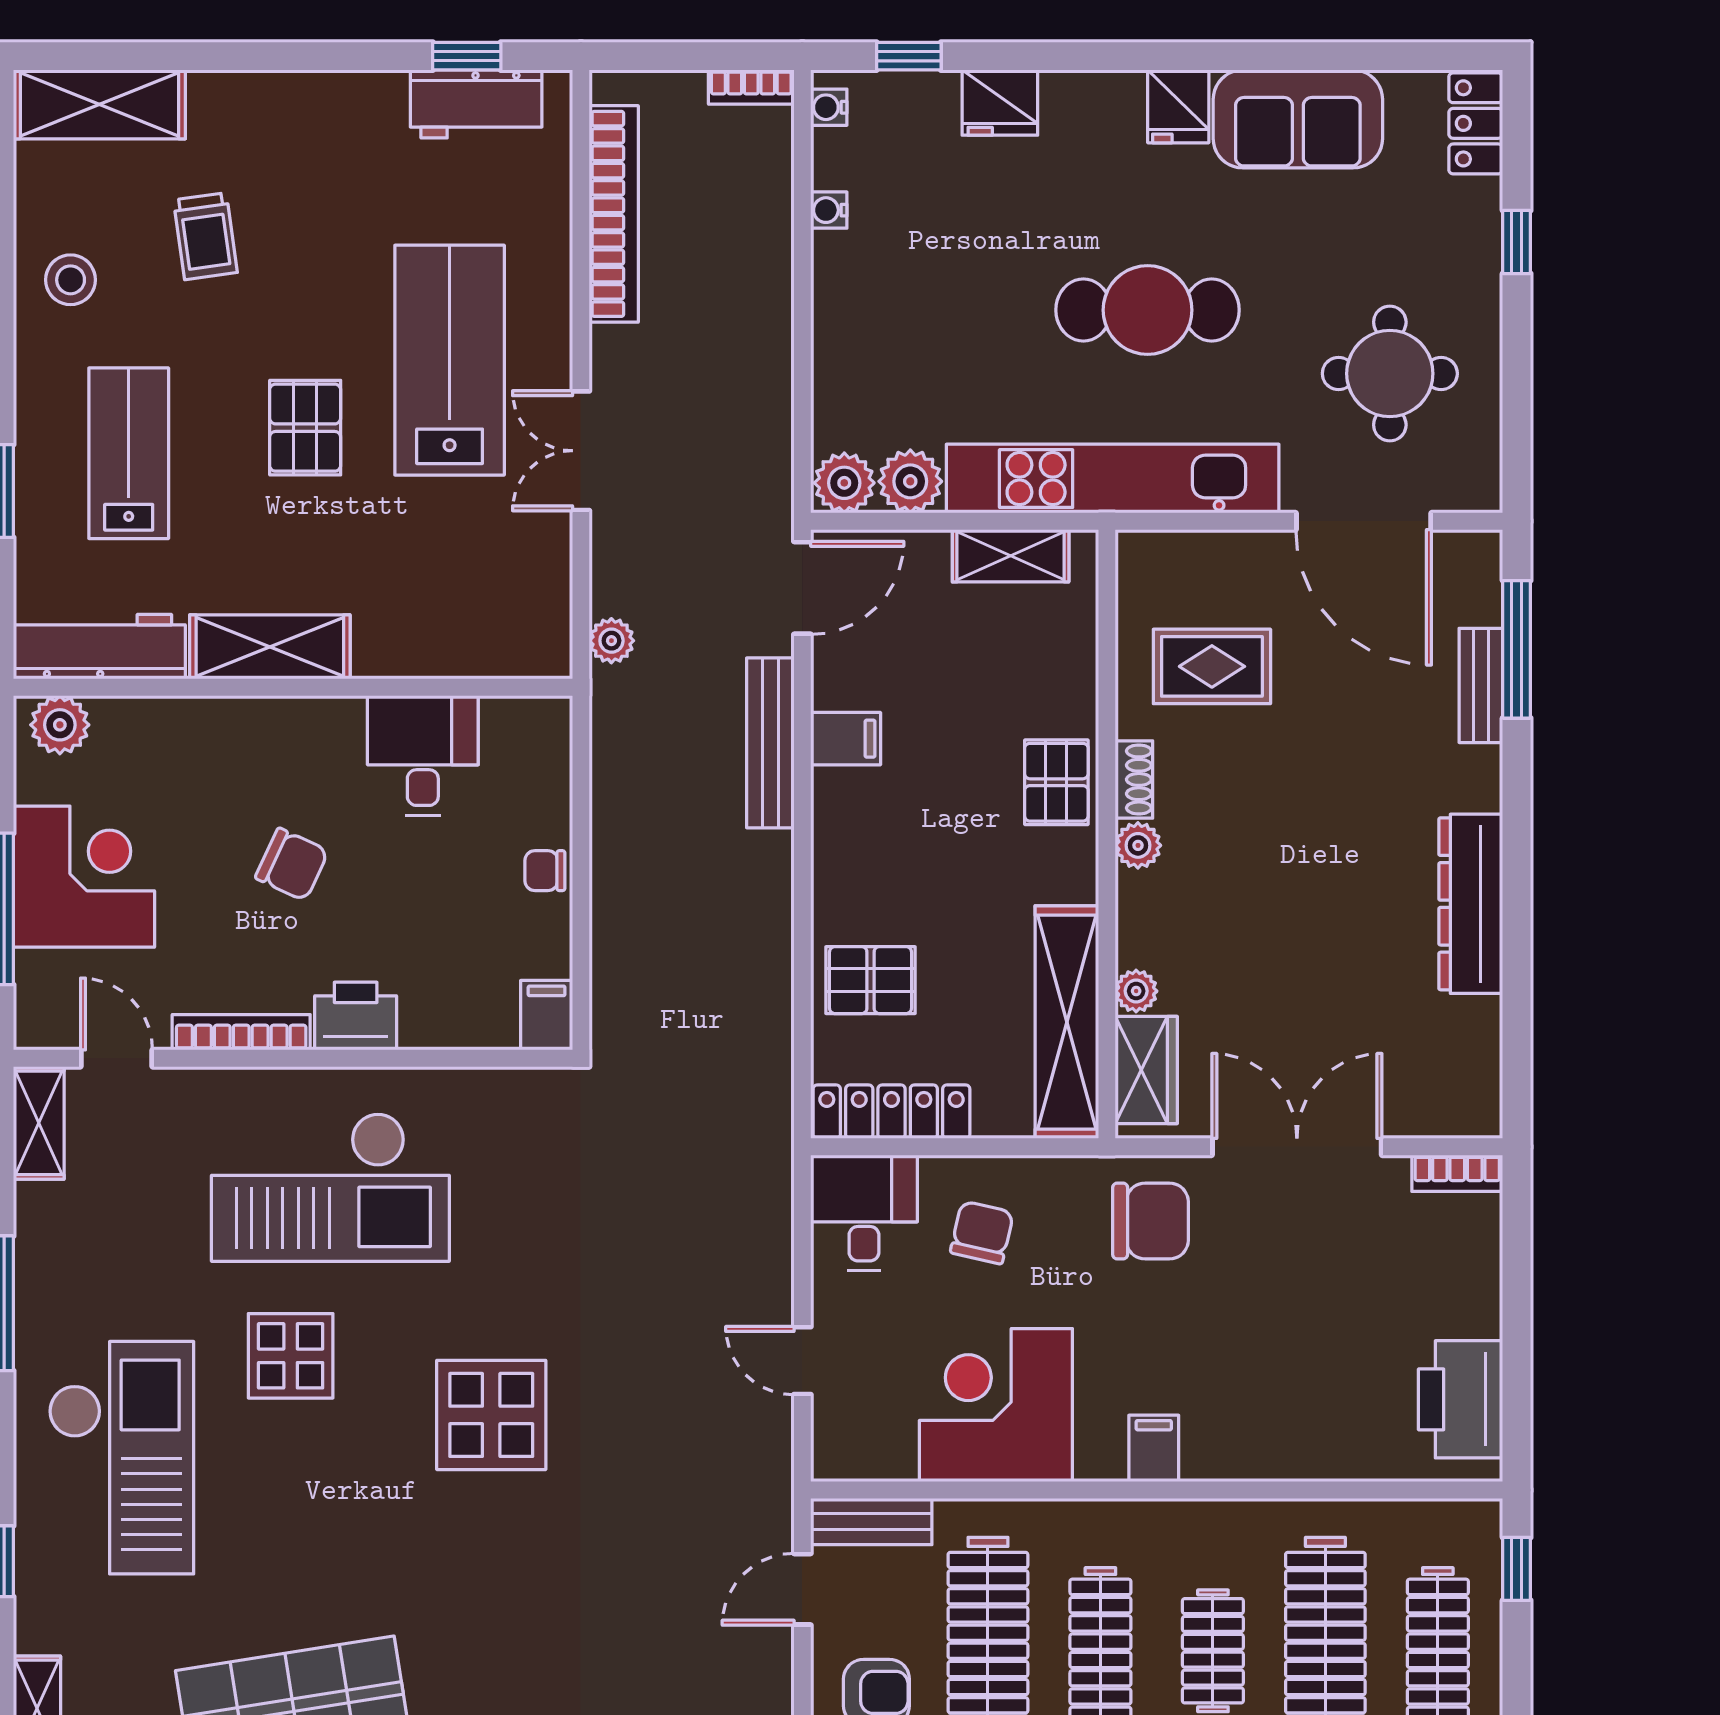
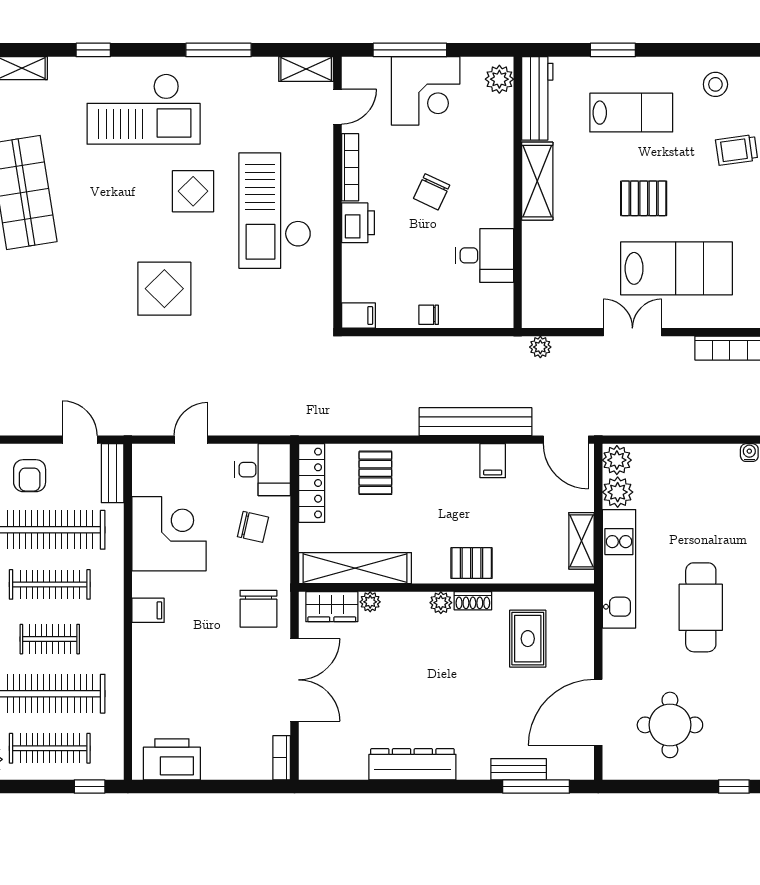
kitchen unit: (1113, 479) -> (619, 569), width x0.73
bench: (770, 743) -> (476, 422), width x1.37, depth x1.21
chair: (545, 871) -> (429, 315), turned -90

